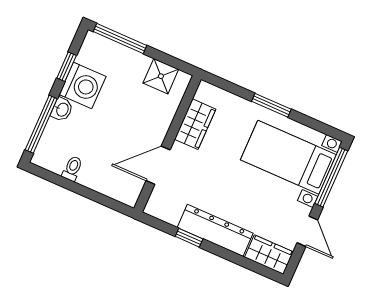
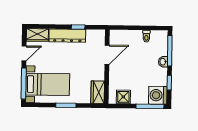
washing machine: (83, 86) -> (158, 95), moved
wardrobe: (195, 124) -> (98, 92), moved
door: (307, 231) -> (24, 53), swing flipped

